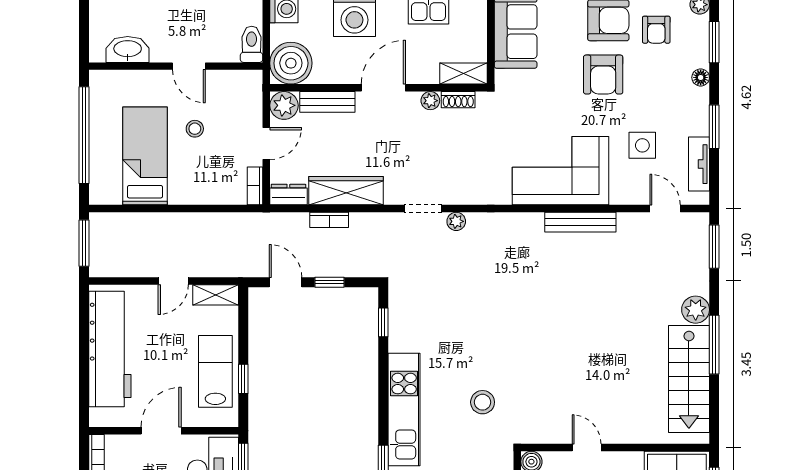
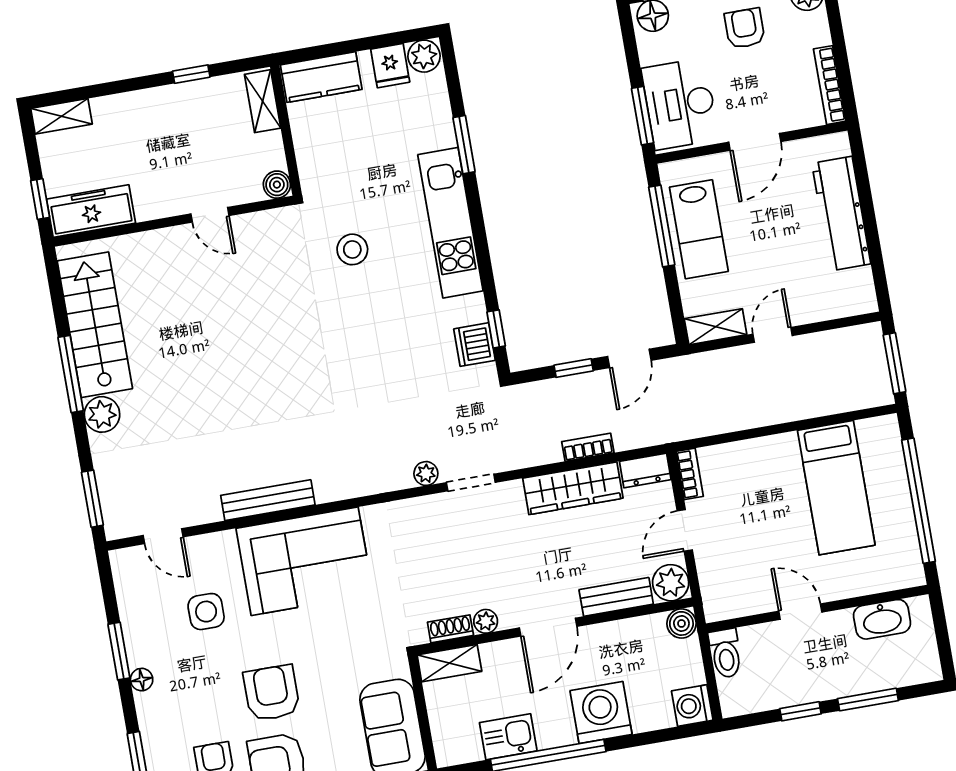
boiler: (291, 63) -> (681, 623), width x0.54, depth x0.54
floor lamp: (701, 77) -> (142, 680), moved
stool: (195, 129) -> (779, 533), removed
tv unit: (699, 164) -> (130, 600), removed
door: (286, 282) -> (629, 358), hinge flipped
dishwasher: (402, 313) -> (475, 345), added
workbench: (110, 349) -> (841, 214), width x0.73, depth x0.76
window: (243, 379) -> (662, 226), width x2.17

